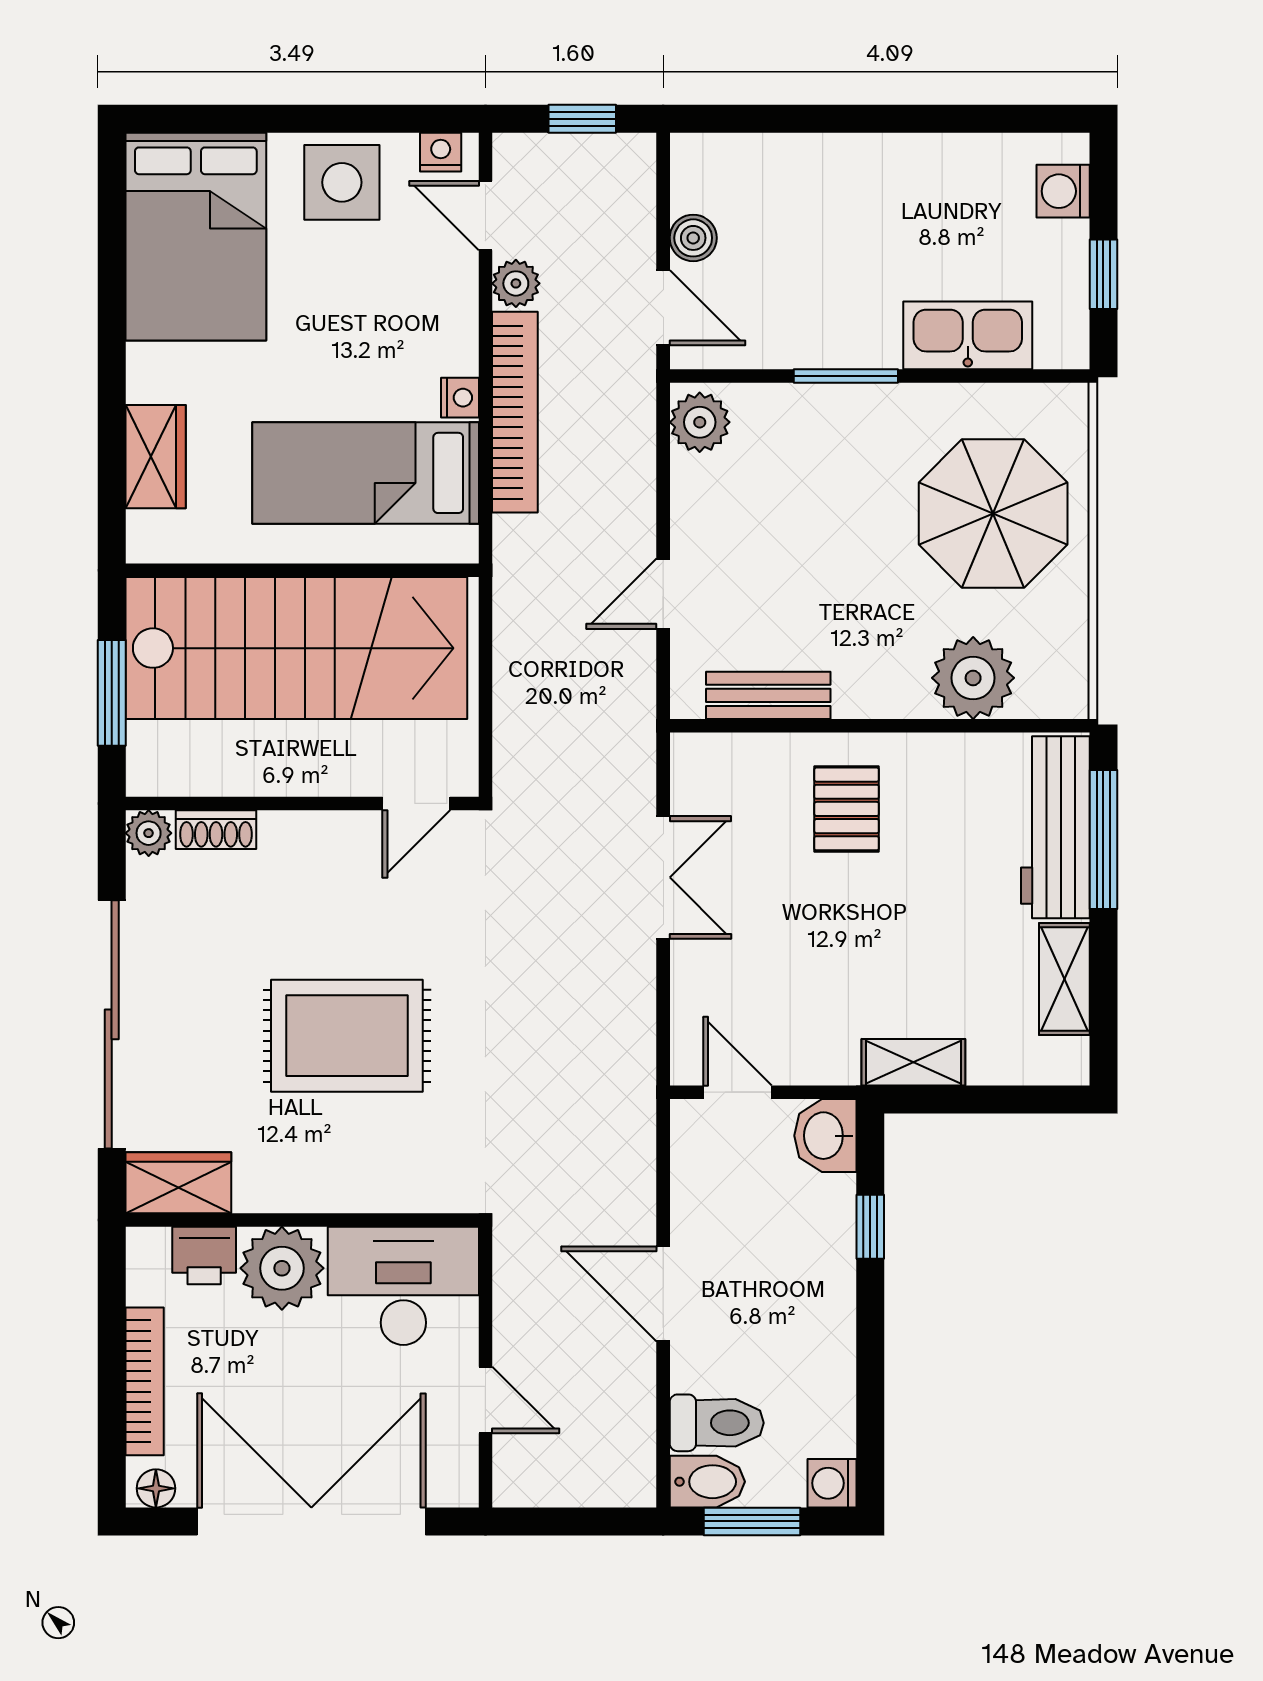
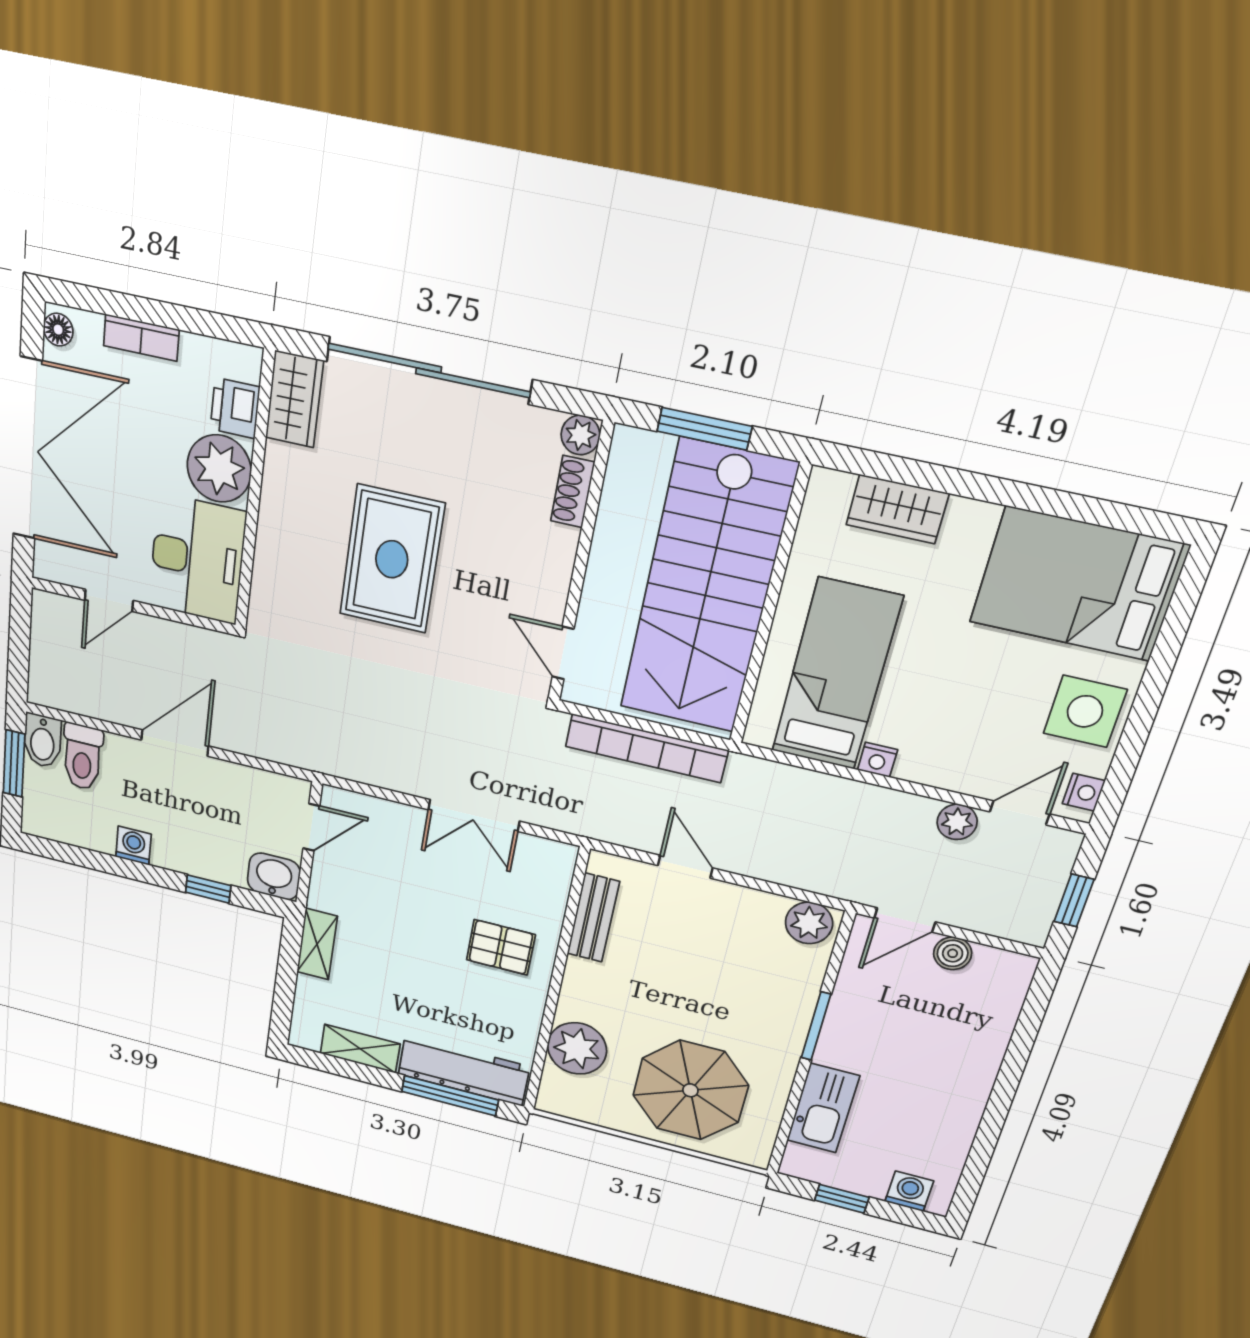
bookcase: (515, 412) -> (646, 748), moved
bookcase: (145, 1381) -> (141, 338), width x0.64
washing machine: (832, 1483) -> (133, 846), moved

